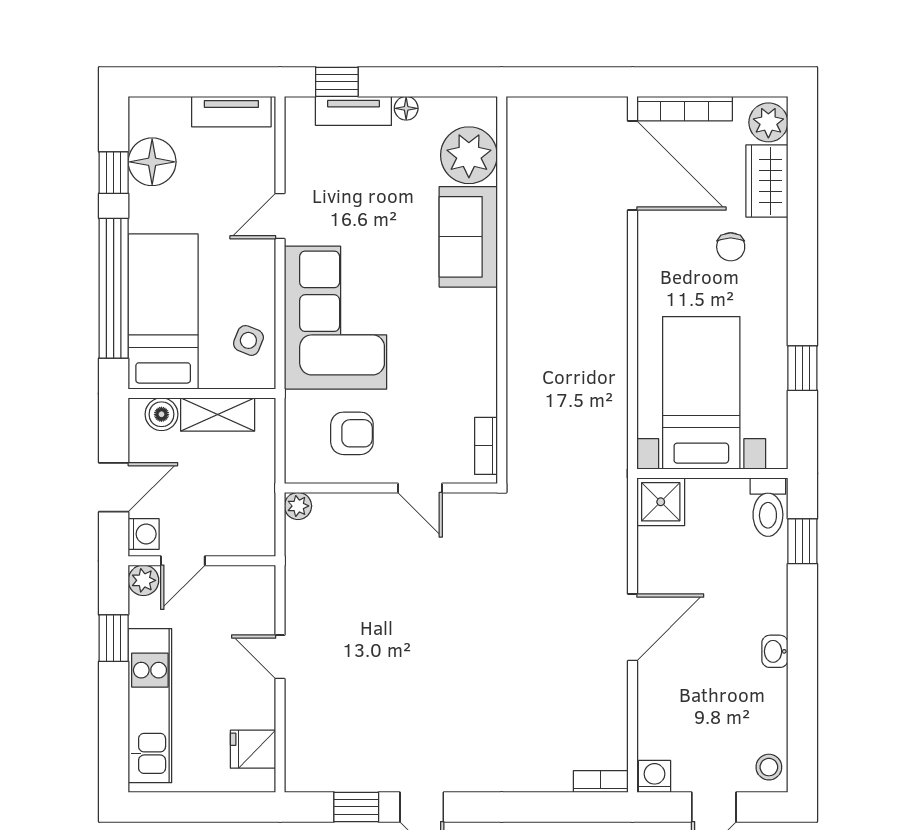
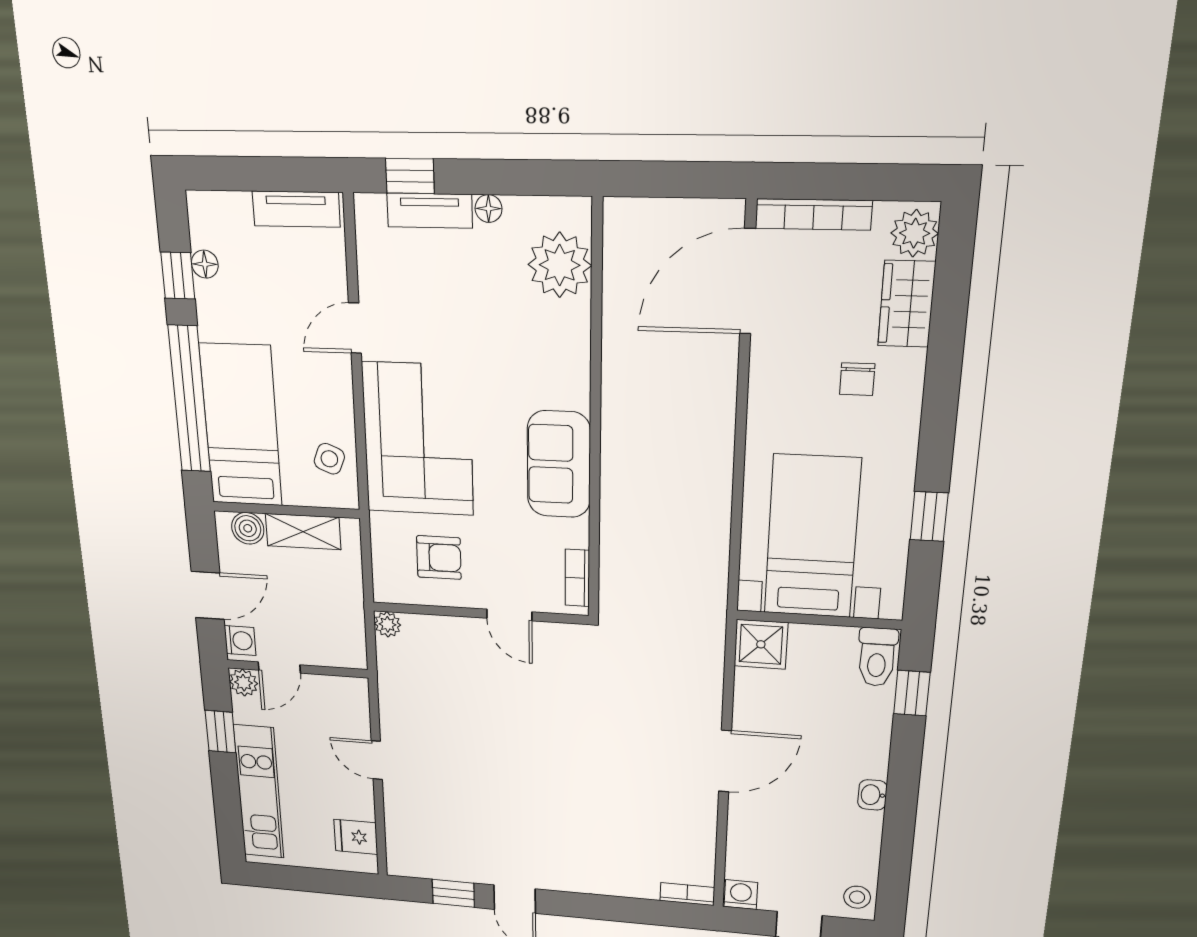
floor lamp: (152, 162) -> (205, 264), width x0.53, depth x0.53
door: (632, 166) -> (748, 282), swing flipped
sofa: (468, 237) -> (559, 464), moved

